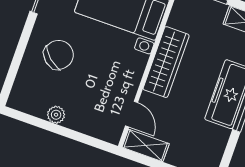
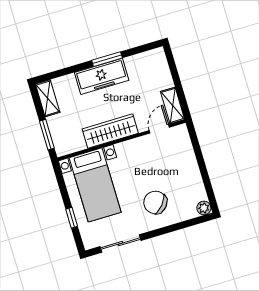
plant: (56, 115) -> (204, 208), moved

